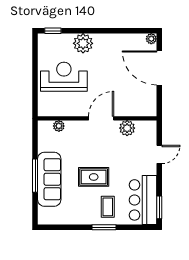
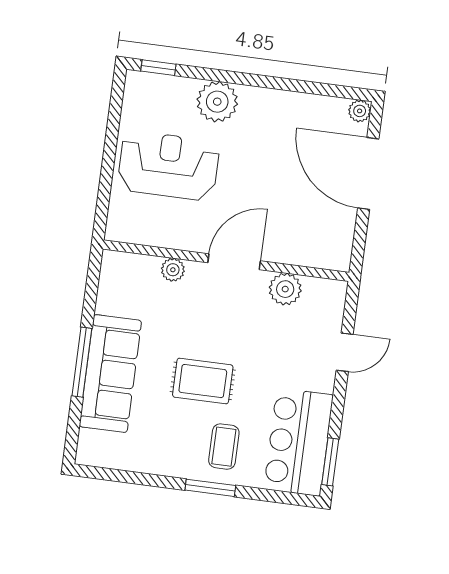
plant: (59, 126) -> (173, 270), moved

